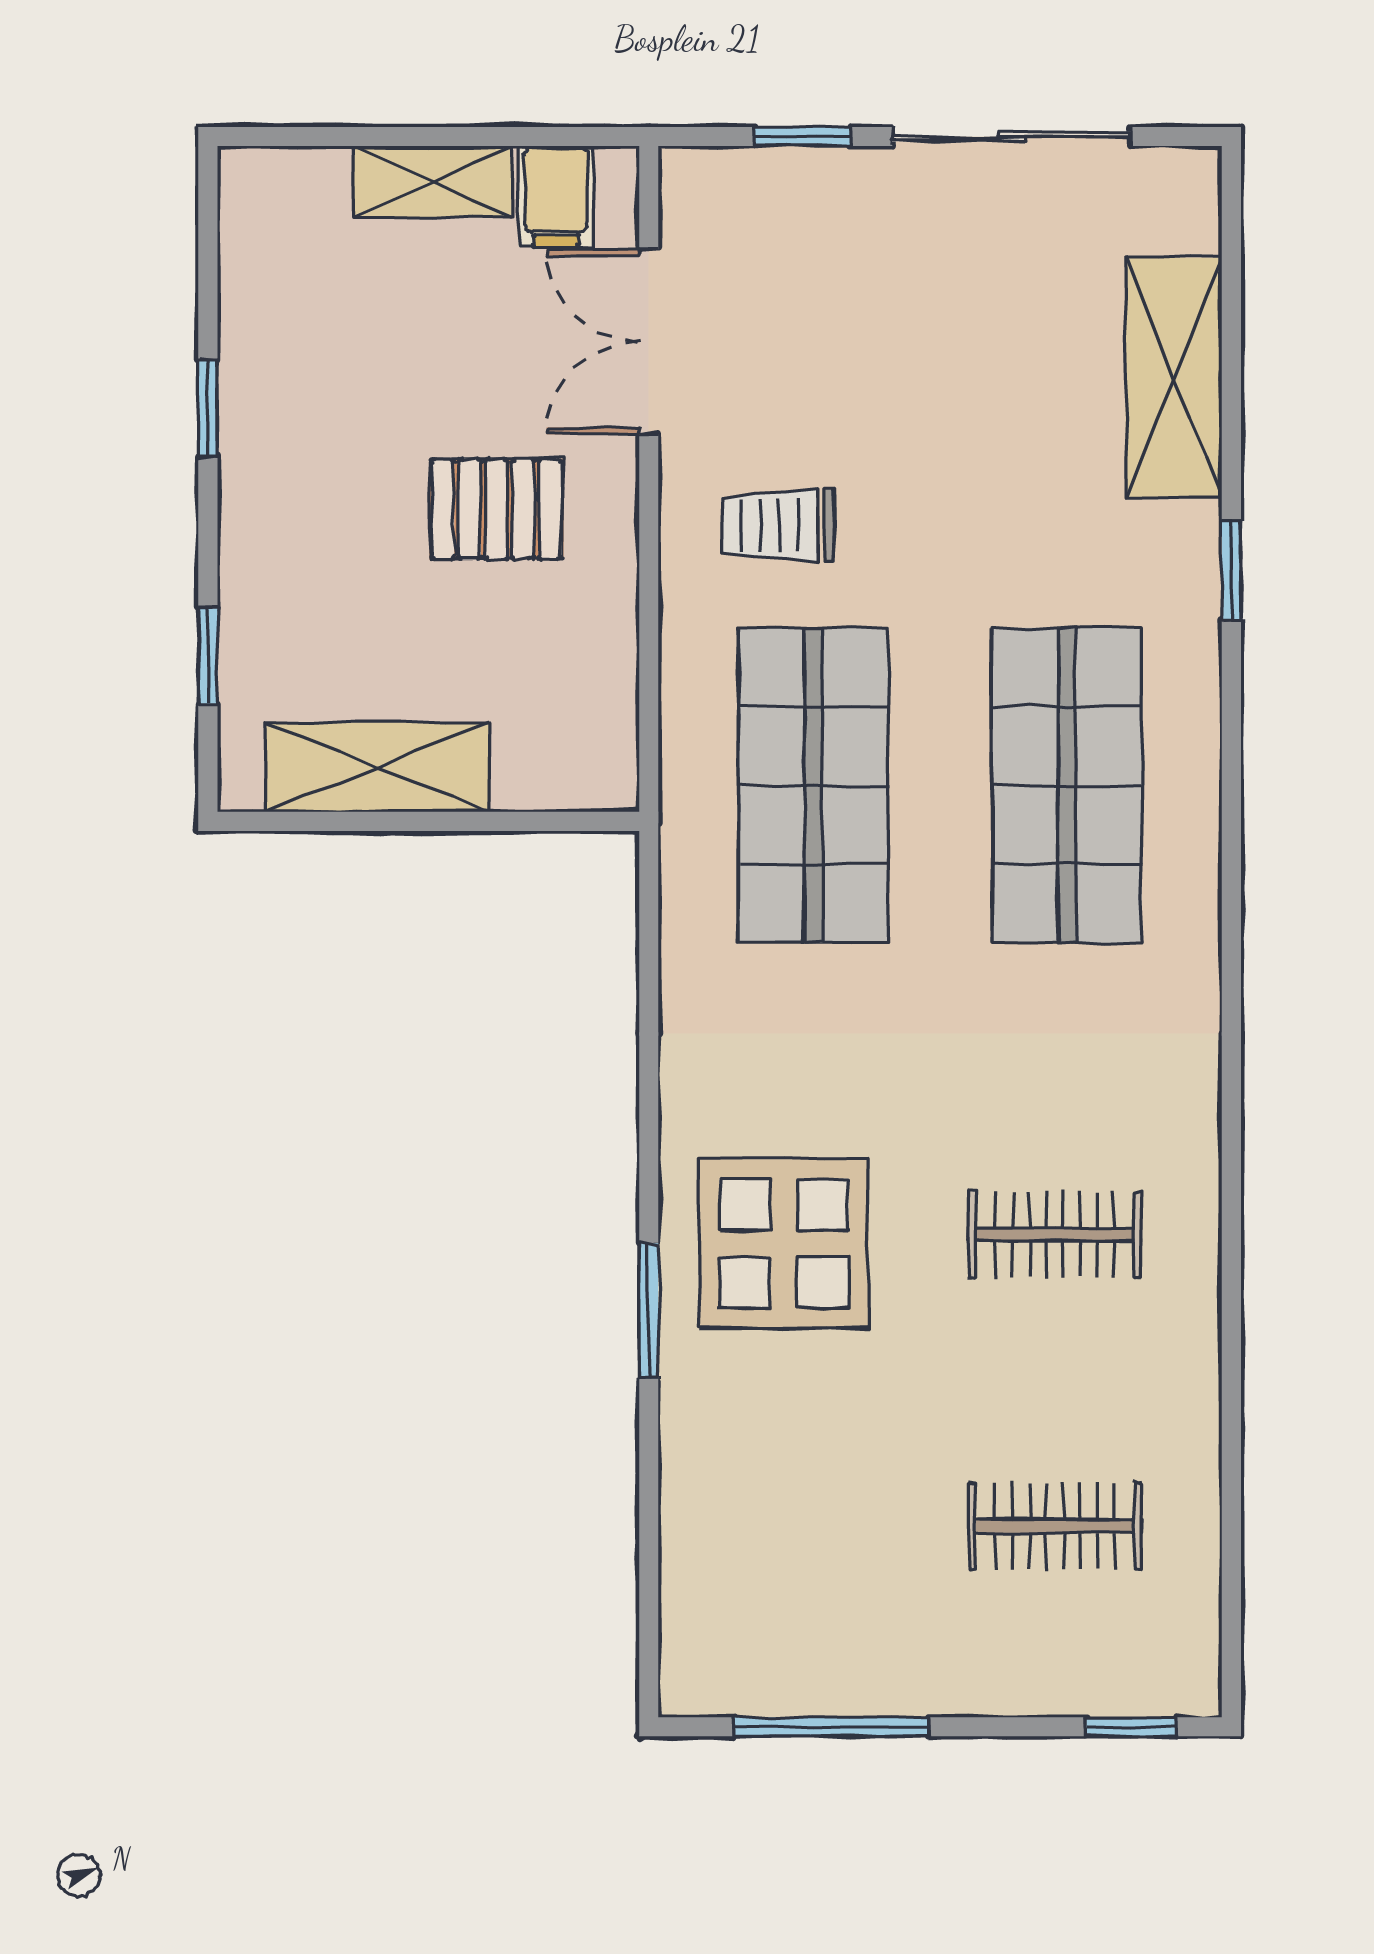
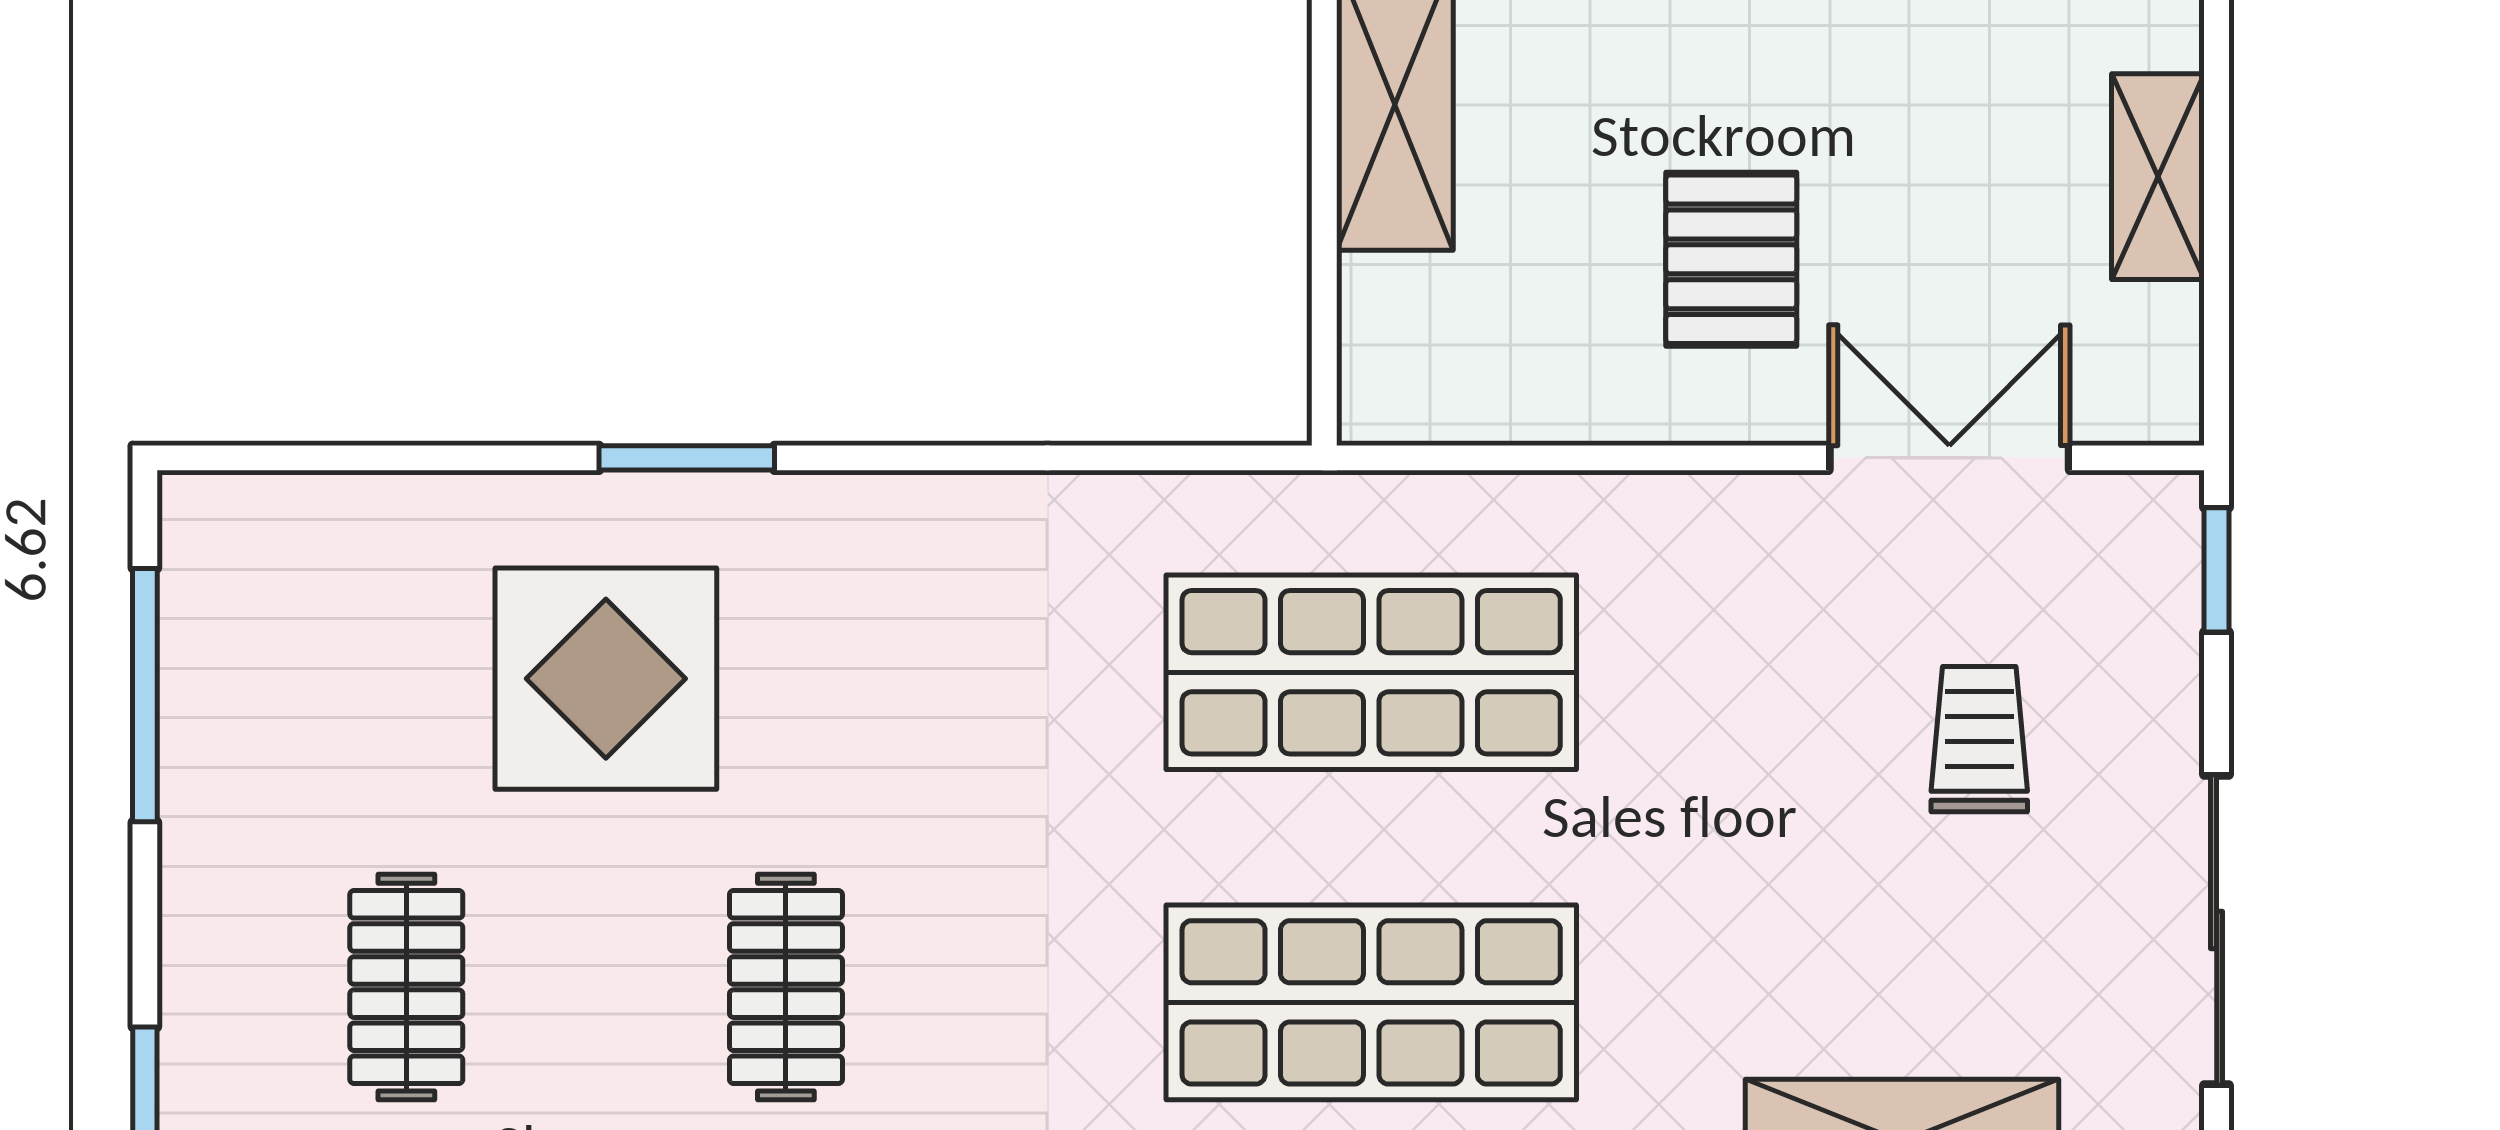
window: (802, 137) -> (2217, 570), moved
filing cabinet: (556, 196) -> (2139, 337), removed
trolley: (777, 525) -> (1979, 739), moved
display table: (784, 1243) -> (606, 679), moved

